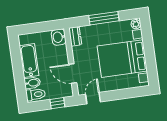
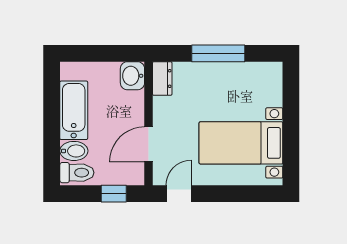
plant: (136, 24) -> (274, 72), removed
bed with nightstands: (122, 59) -> (241, 143), width x0.73
door: (73, 74) -> (149, 144), hinge flipped

